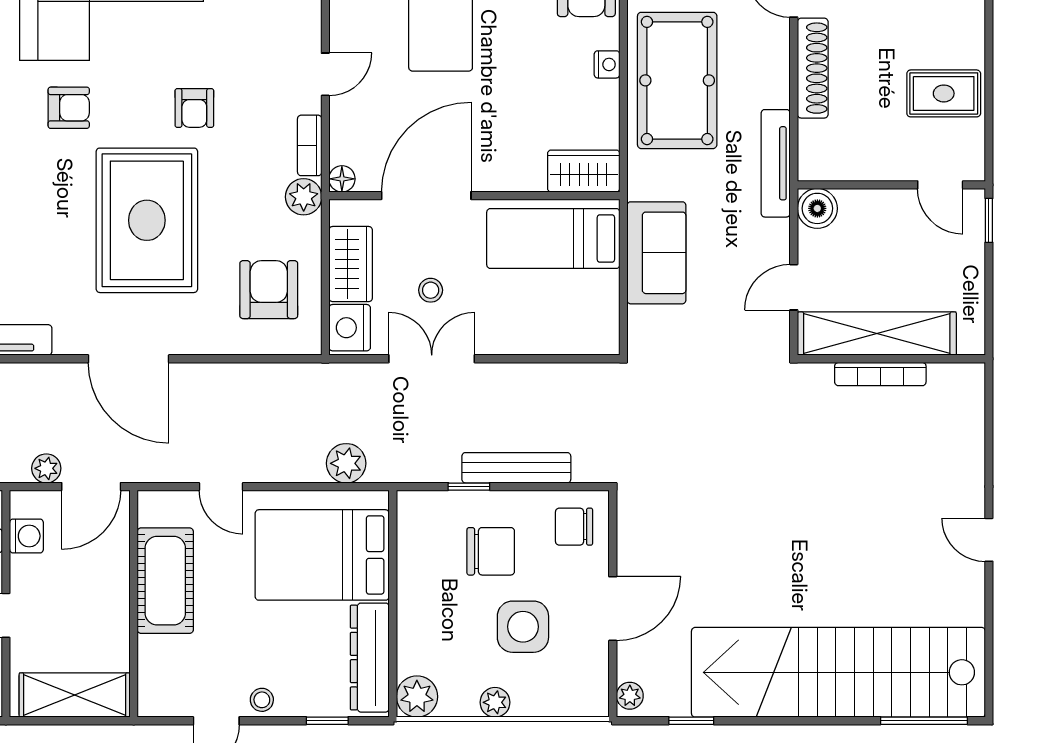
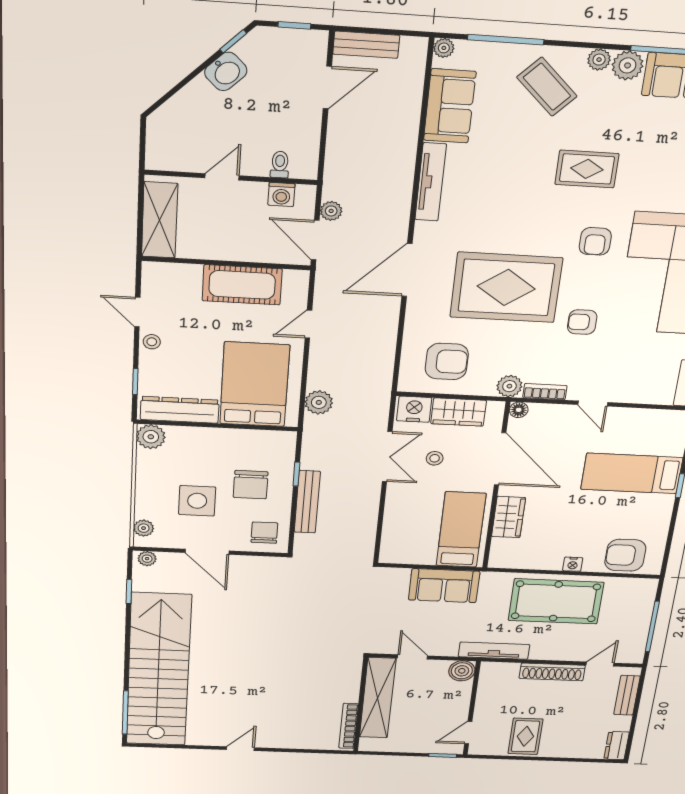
wardrobe: (584, 171) -> (508, 517), moved
bookcase: (880, 374) -> (349, 726), moved
plant: (495, 702) -> (144, 528), moved

